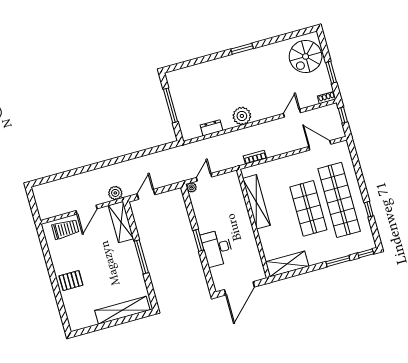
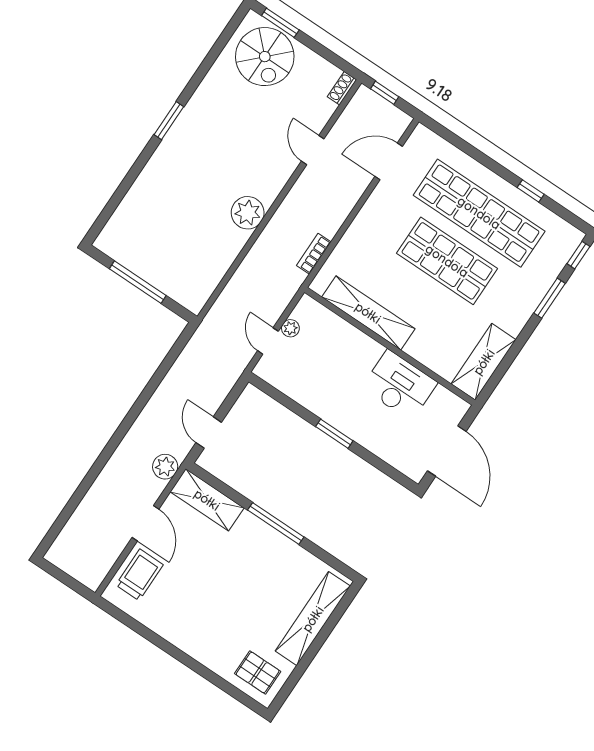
window: (331, 72) -> (280, 23), moved
dresser: (211, 128) -> (220, 265), removed
plant: (192, 187) -> (290, 328), moved
desk: (217, 248) -> (400, 385), moved, turned 180
pallet: (71, 281) -> (258, 673), moved, turned 90

